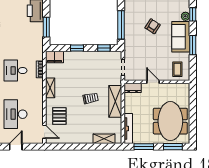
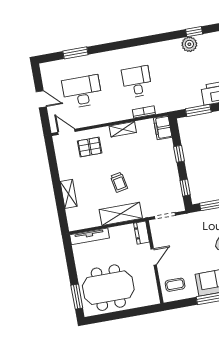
door: (44, 132) -> (66, 132), swing flipped
shelving: (104, 139) -> (69, 194), moved
window: (144, 147) -> (70, 260), removed

